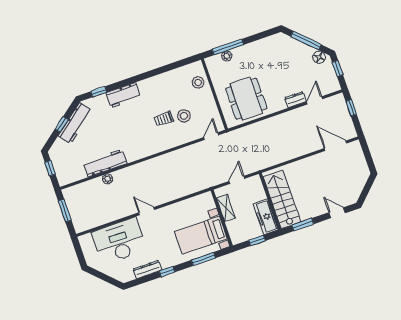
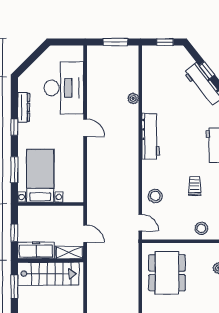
dining table: (246, 99) -> (167, 273), turned 90
stool: (184, 116) -> (155, 196), moved
trolley: (164, 119) -> (195, 186), moved
workbench: (105, 163) -> (151, 136), moved
shelving: (226, 208) -> (69, 253), moved
door: (147, 211) -> (85, 128), hinge flipped

